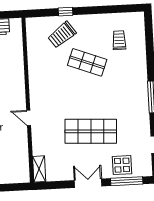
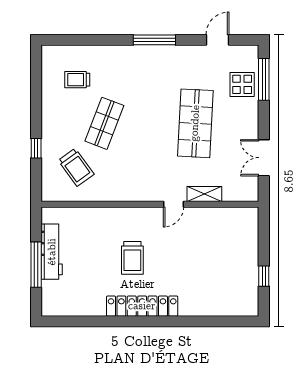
trolley: (62, 35) -> (76, 167), moved
shelving: (39, 169) -> (204, 194), moved
double door: (88, 183) -> (264, 158), moved

